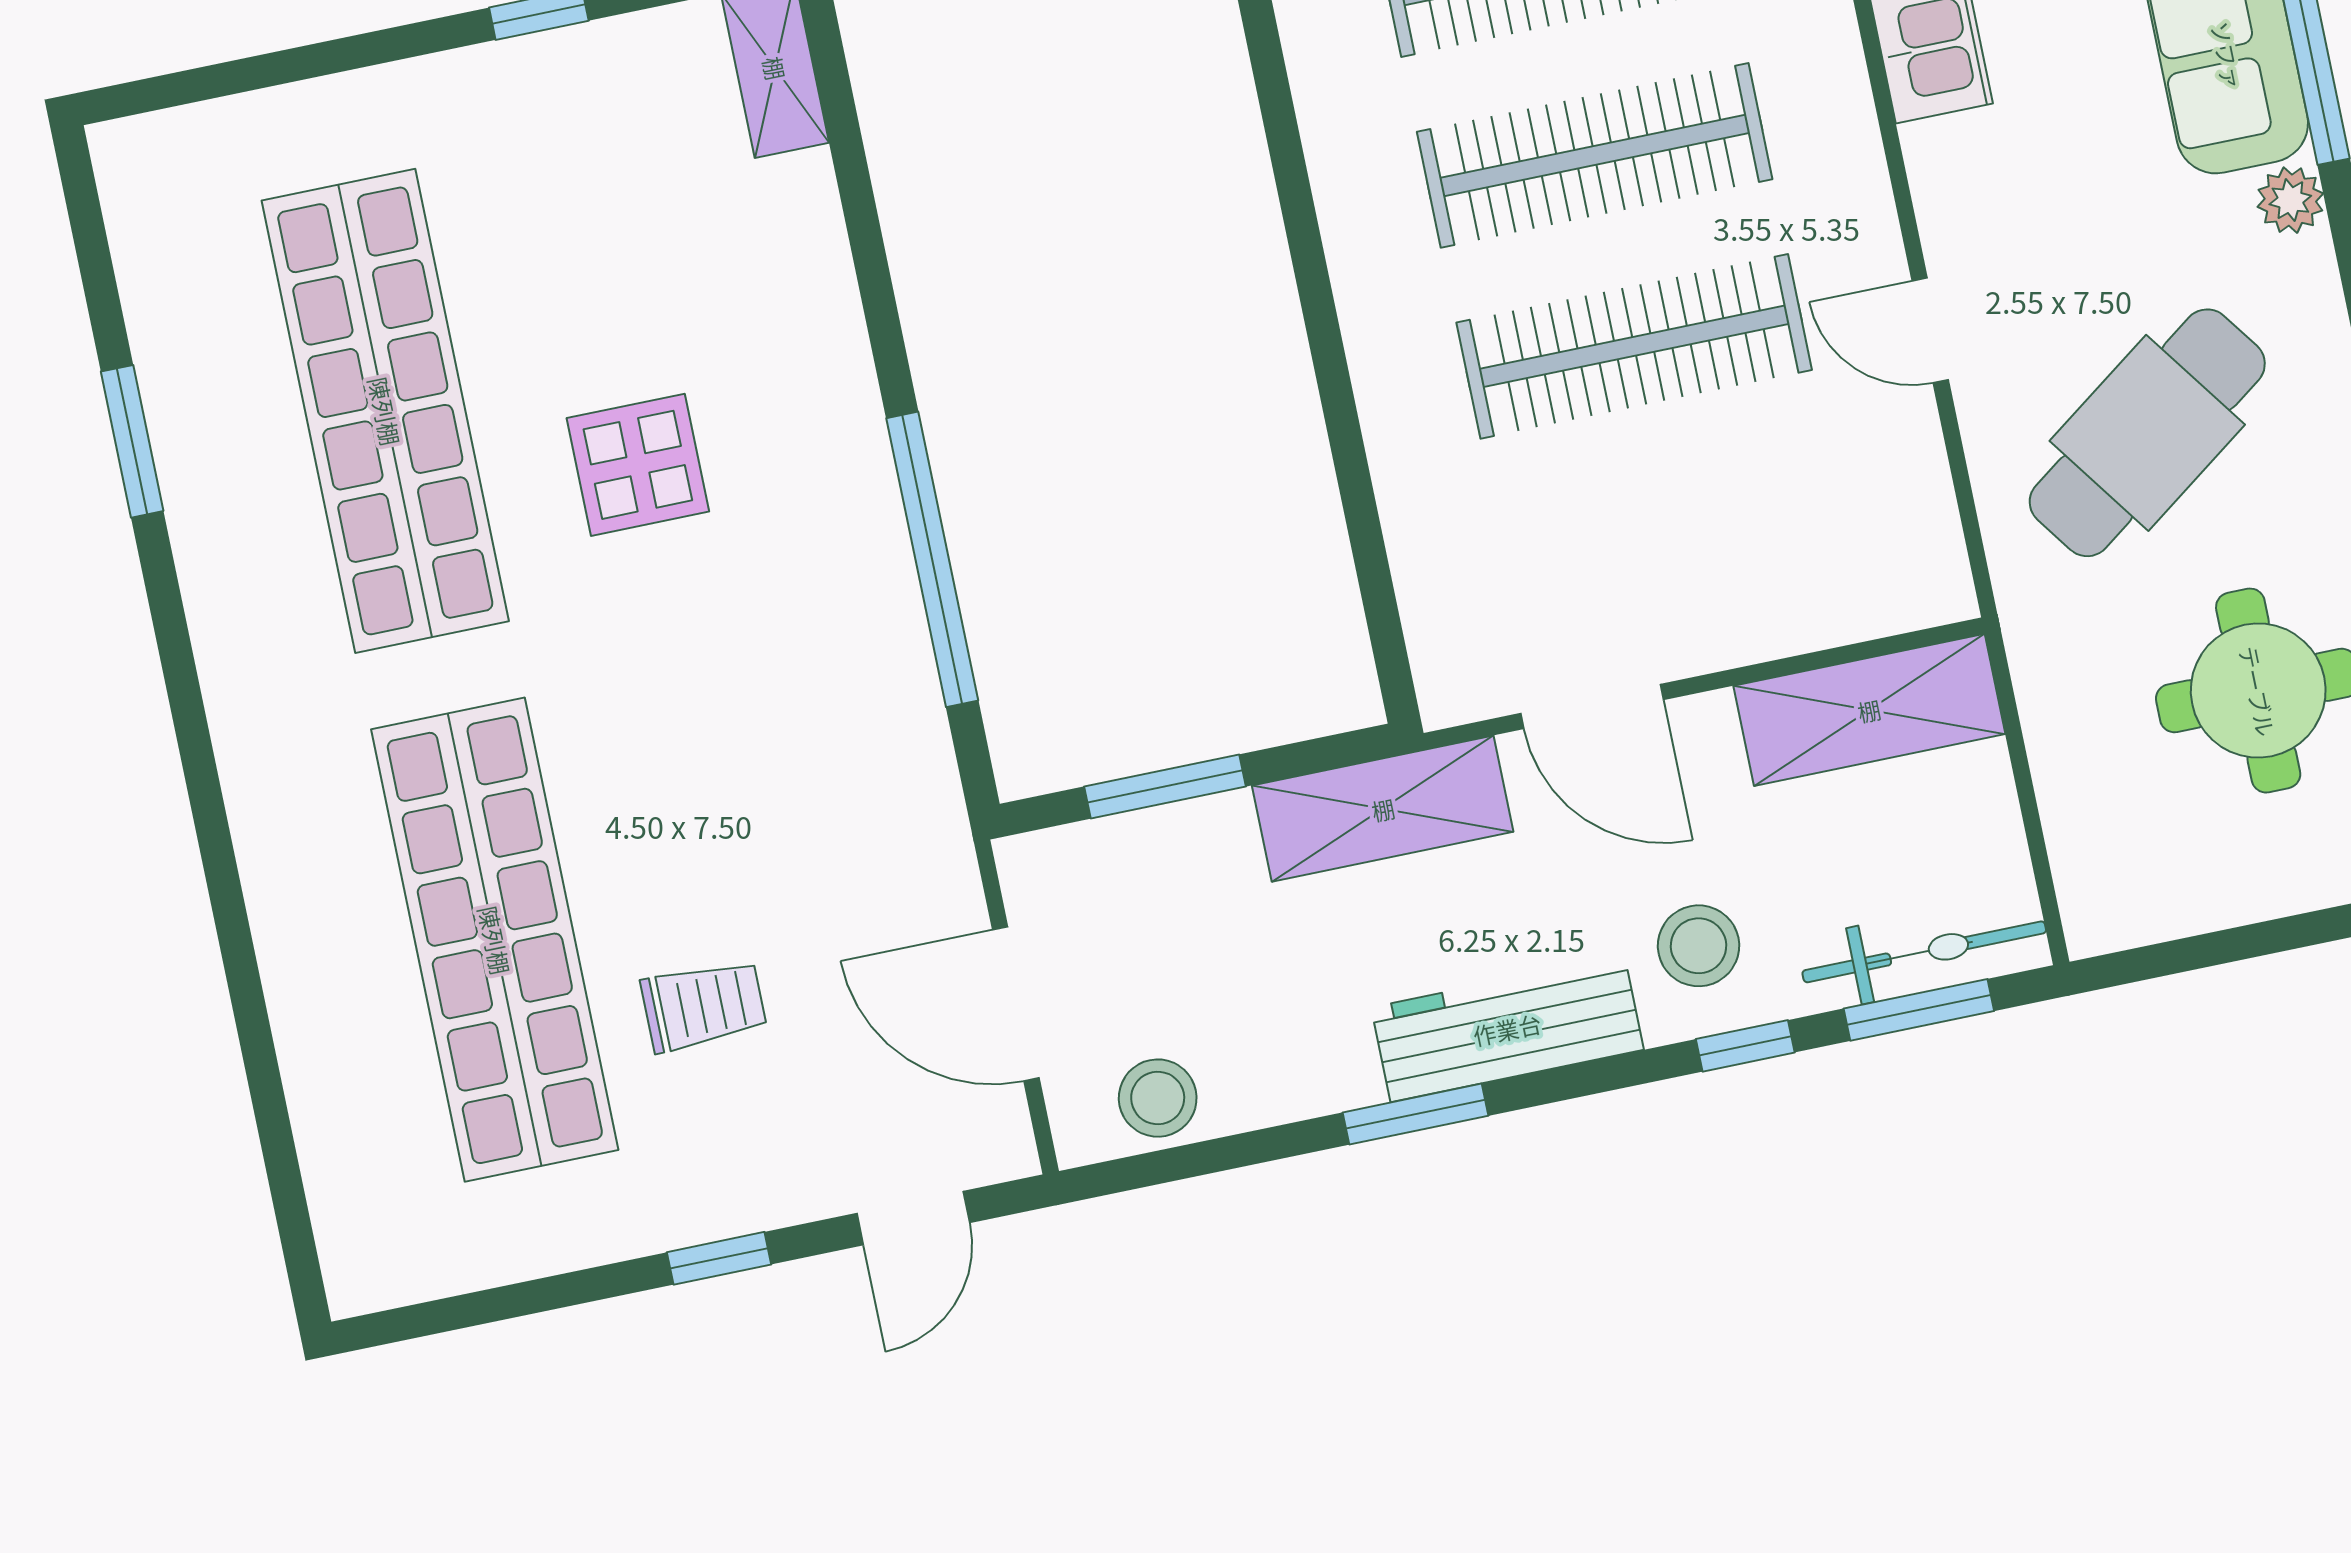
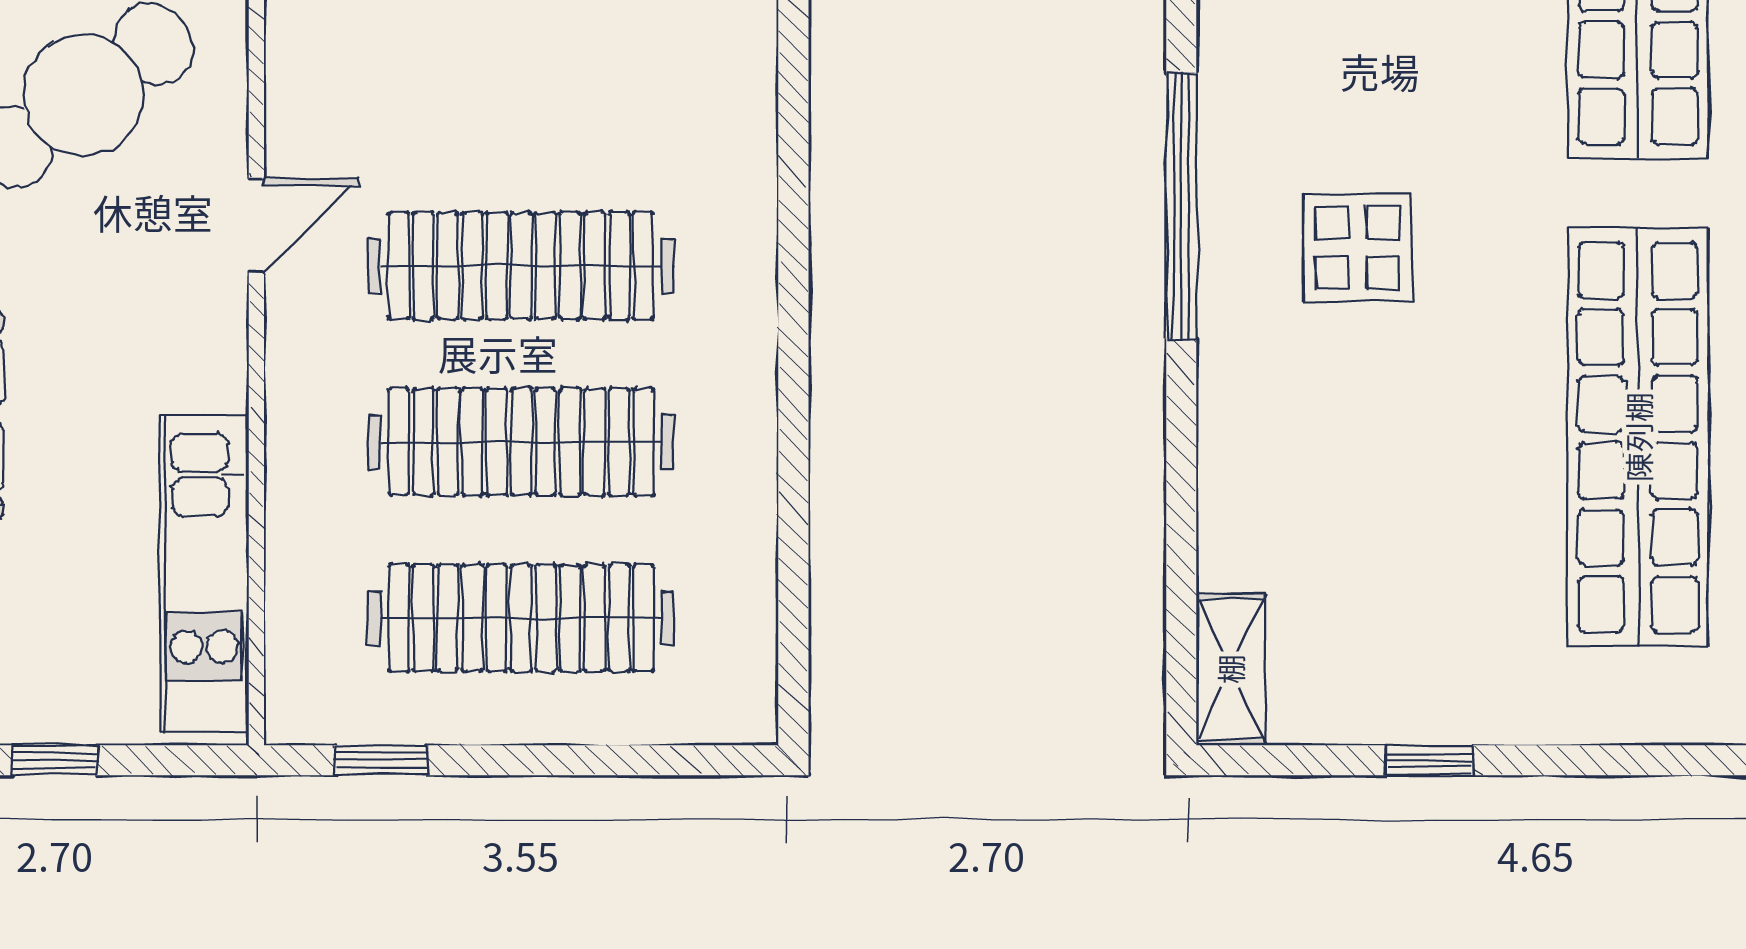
door: (1930, 330) -> (256, 225), hinge flipped
display table: (638, 465) -> (1357, 248), moved

